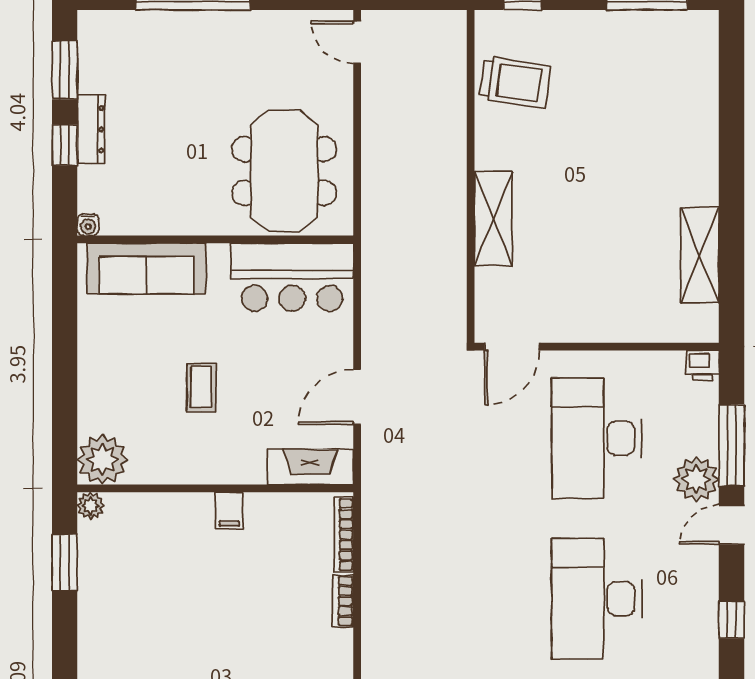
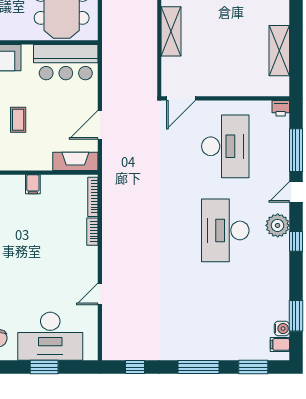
desk: (597, 438) -> (225, 146), turned 180
plant: (696, 479) -> (278, 225), moved

